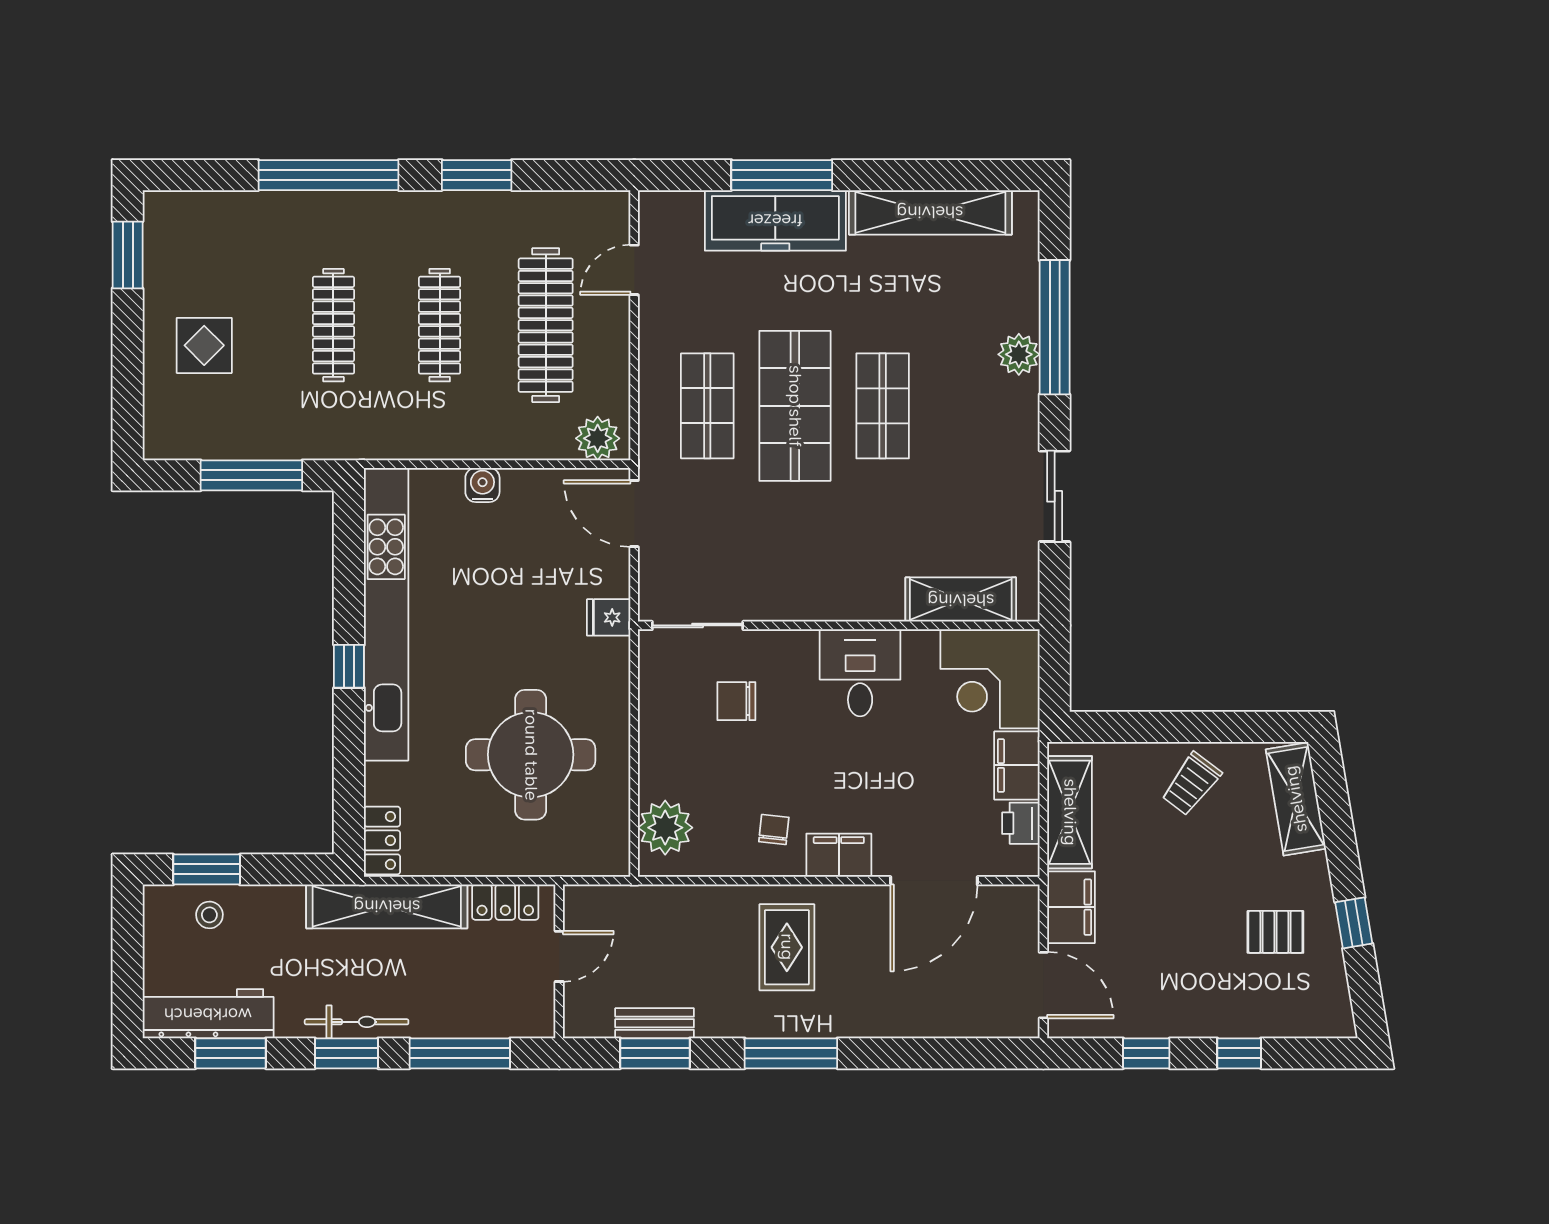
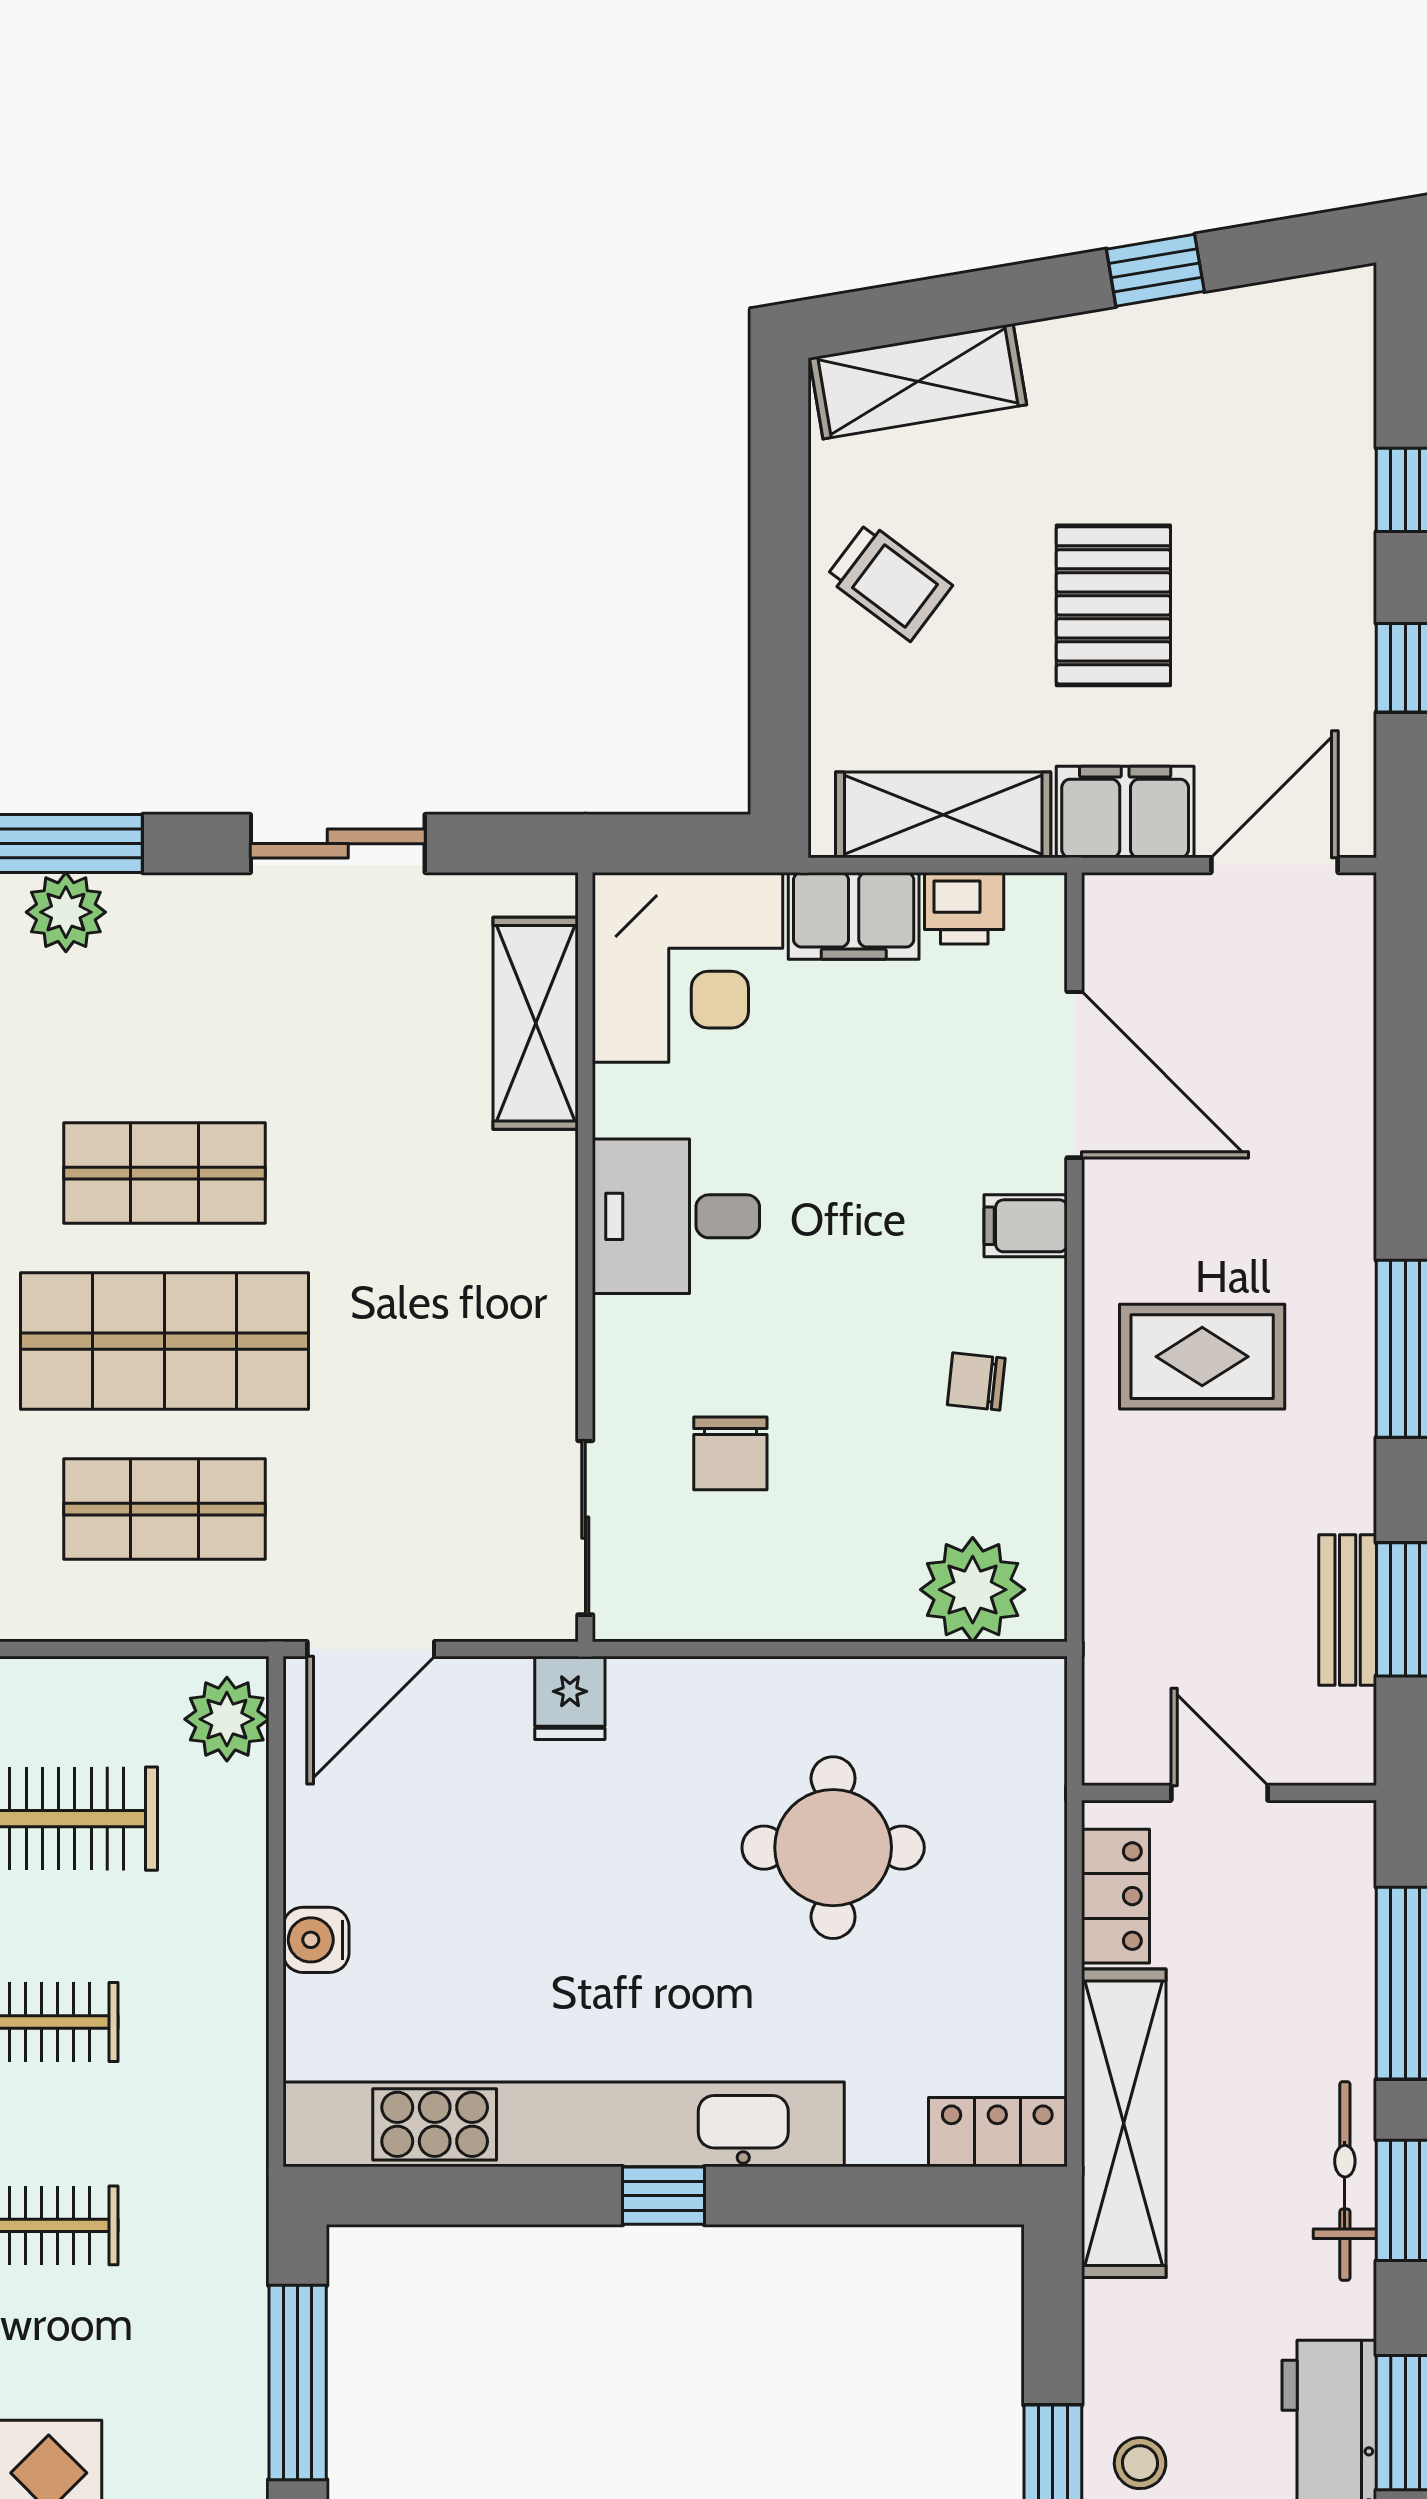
round table: (531, 755) -> (833, 1848), width x0.73, depth x0.73
filing cabinet: (839, 855) -> (1026, 1226), width x0.50
pallet: (1275, 932) -> (1113, 605), moved, width x1.50, depth x1.42

